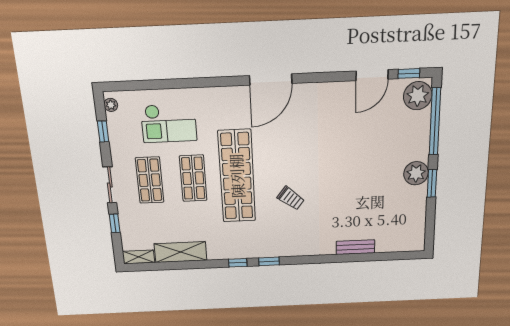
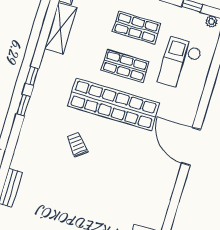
door: (271, 80) -> (191, 146), moved
trolley: (291, 198) -> (77, 145), turned 103

